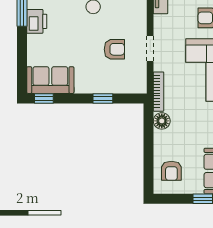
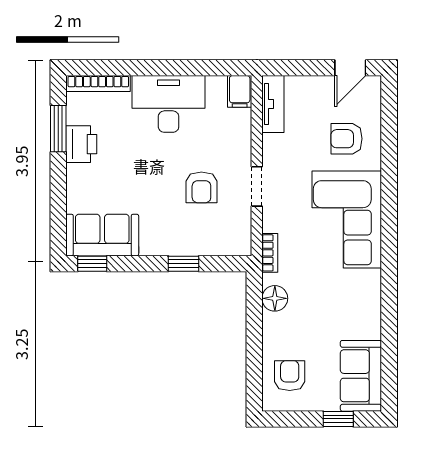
armchair: (114, 49) -> (201, 187), turned 90
bookcase: (159, 92) -> (270, 253), width x0.64
armchair: (171, 171) -> (290, 376), turned 180

